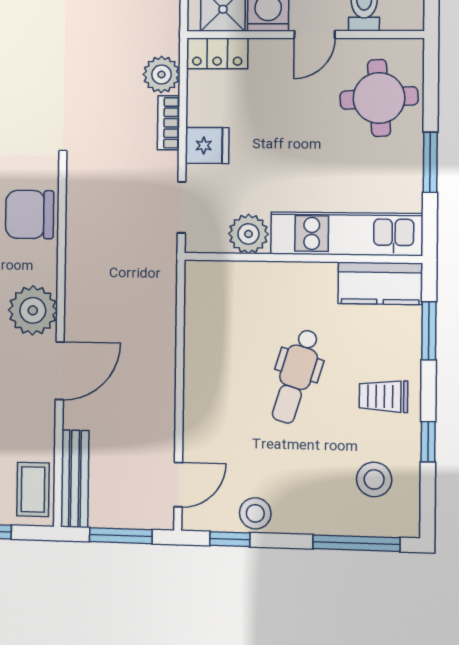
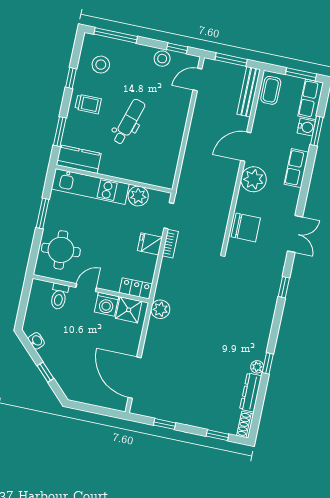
plant: (161, 74) -> (160, 309), moved
bookcase: (168, 123) -> (170, 244), moved

